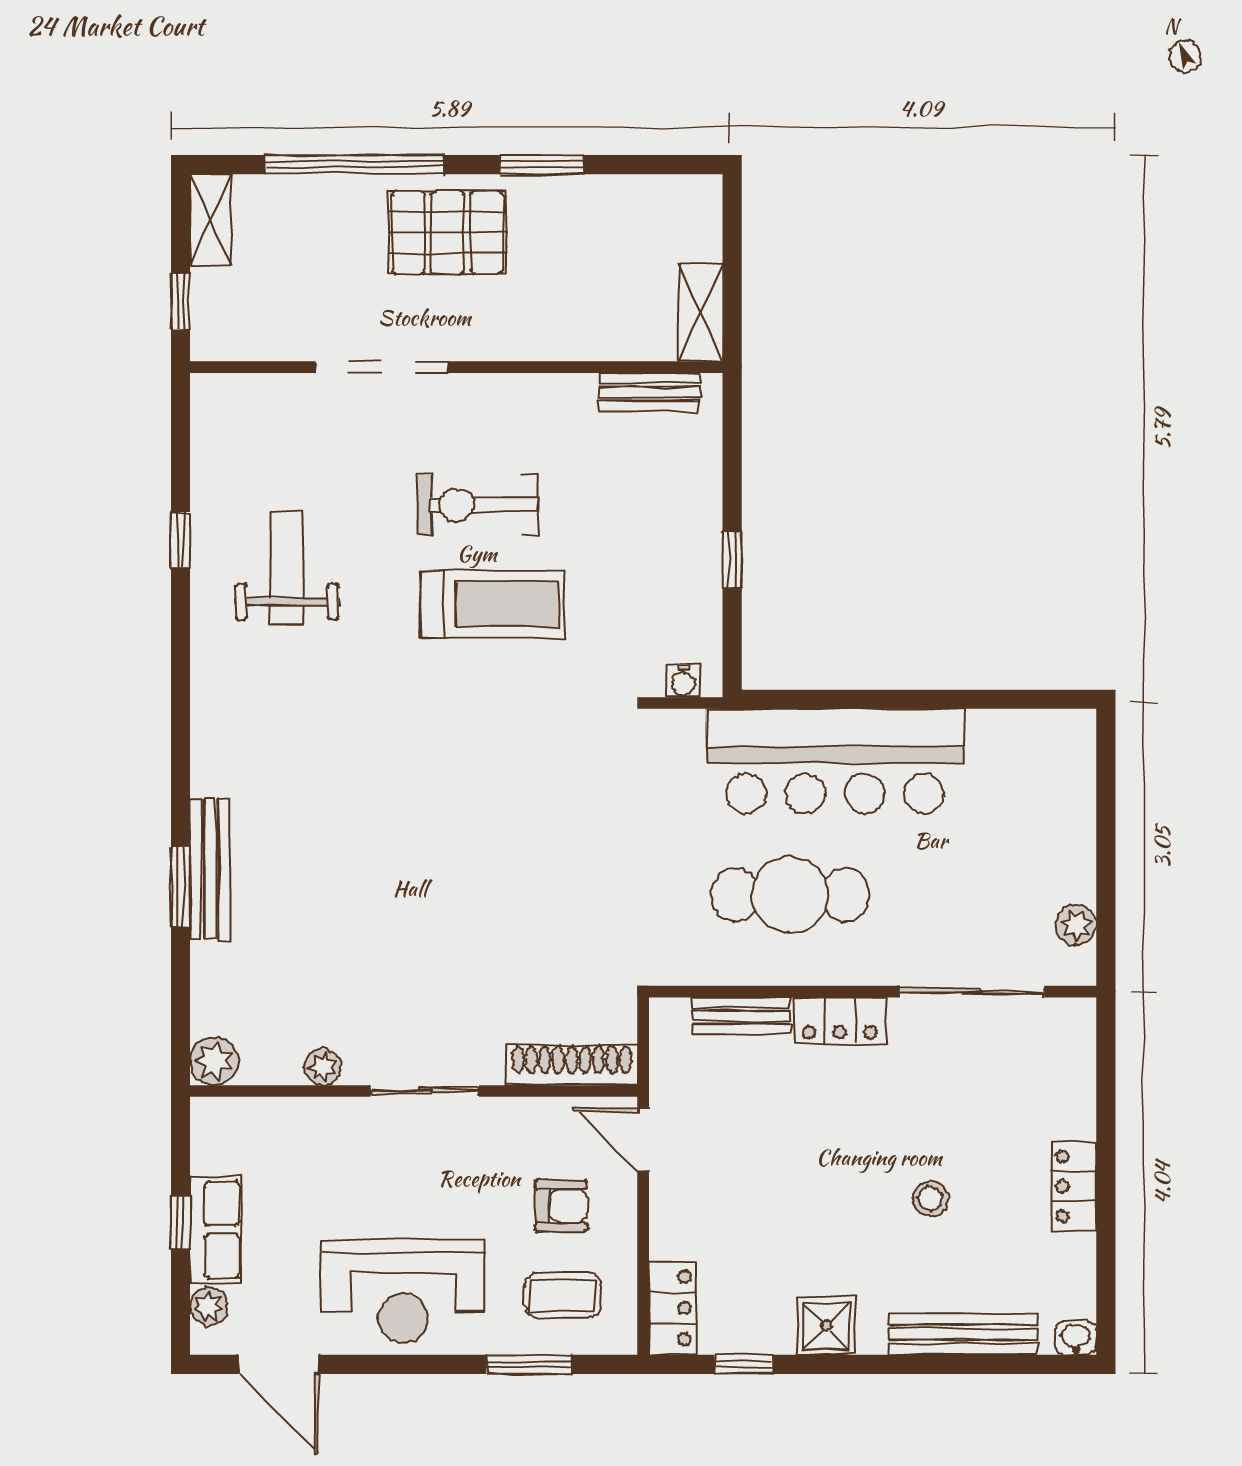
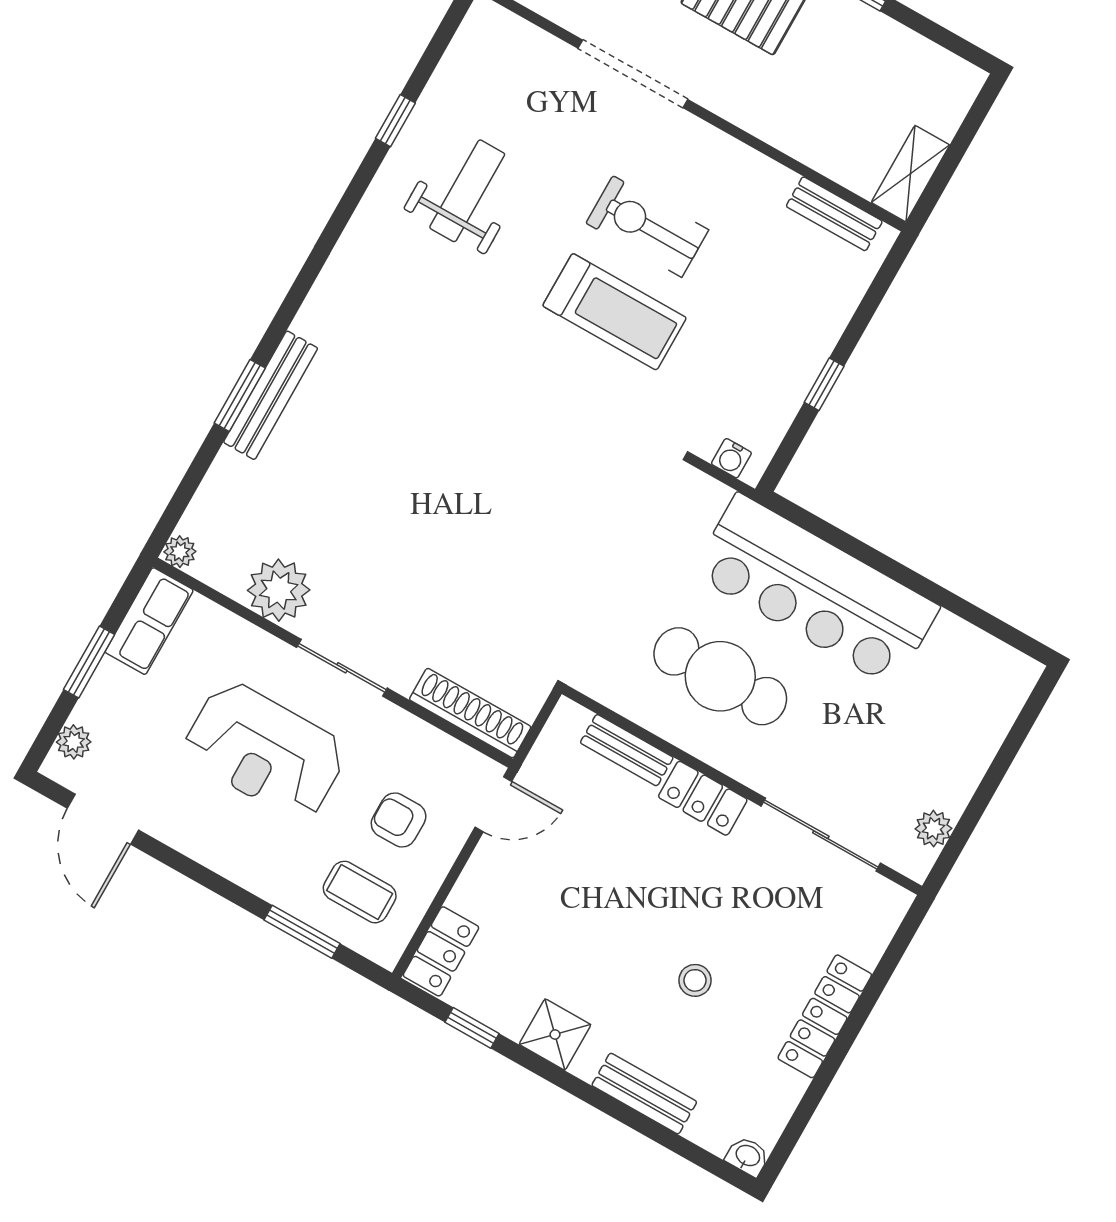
plant: (214, 1061) -> (180, 552), width x0.73, depth x0.73
plant: (323, 1067) -> (279, 590), width x1.87, depth x1.87
door: (643, 1139) -> (493, 804), swing flipped
locker: (1074, 1186) -> (825, 1016), width x1.53
armchair: (561, 1206) -> (399, 820), turned 180
window: (180, 1222) -> (89, 662), width x1.50
row of seats: (216, 1230) -> (149, 621), moved
reception desk: (403, 1291) -> (265, 751), moved
bench: (963, 1334) -> (644, 1094), width x0.73

